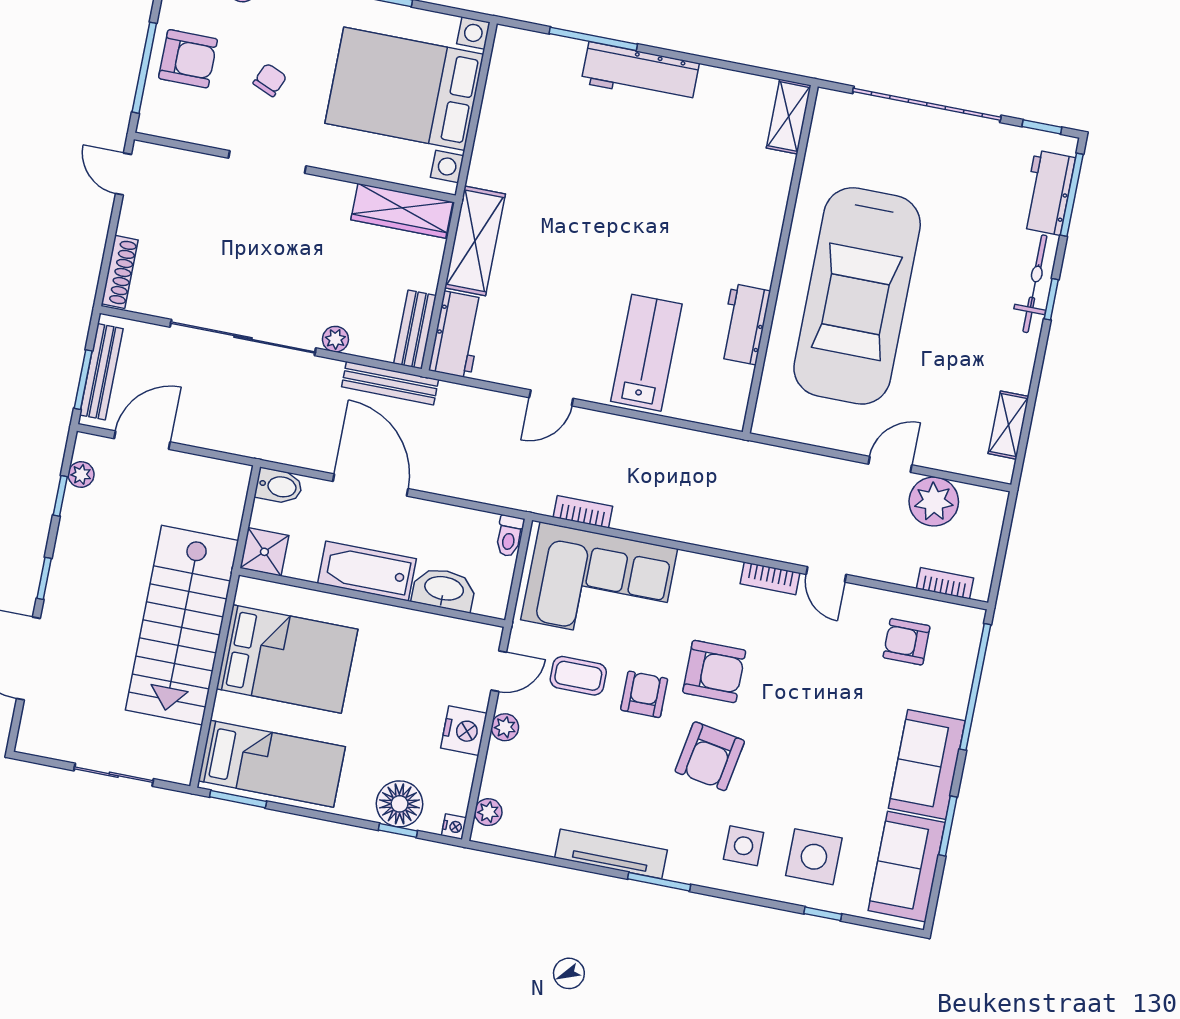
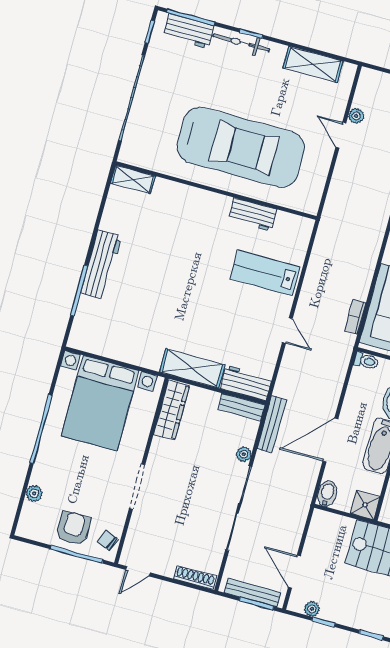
chair: (270, 80) -> (107, 540), moved
shelving: (1008, 425) -> (313, 64), width x1.50, depth x1.33
plant: (934, 502) -> (356, 116), width x0.53, depth x0.53

